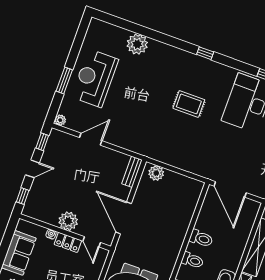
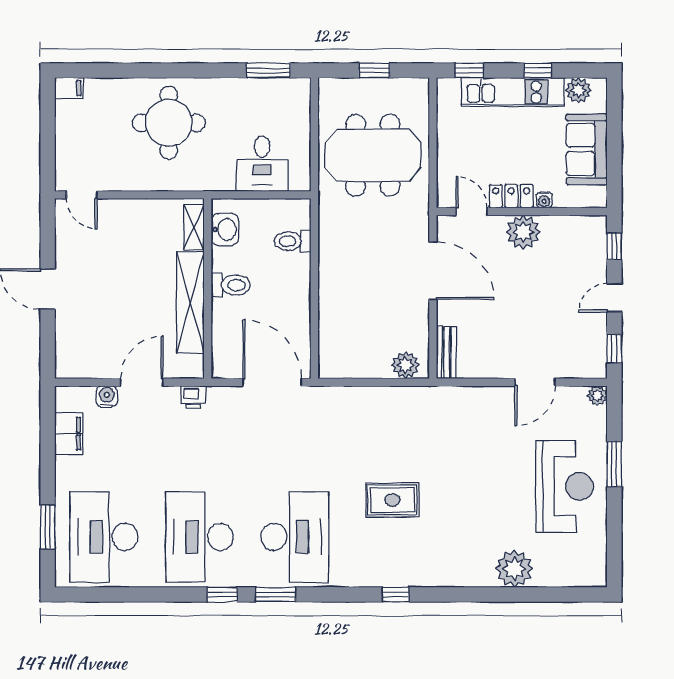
toilet: (201, 238) -> (231, 285), moved, turned 180

